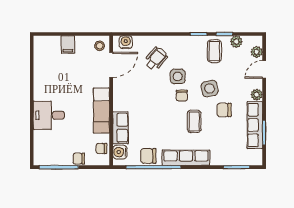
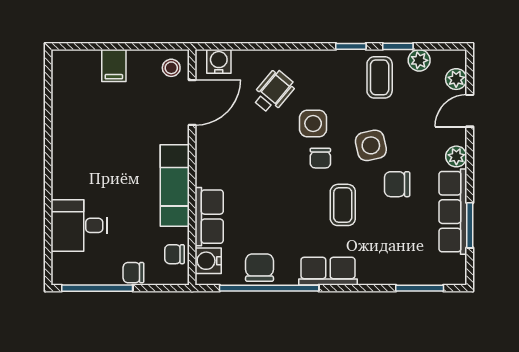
desk: (49, 115) -> (79, 225), moved
chair: (148, 156) -> (259, 268), turned 90
row of seats: (186, 158) -> (328, 271), width x0.68

